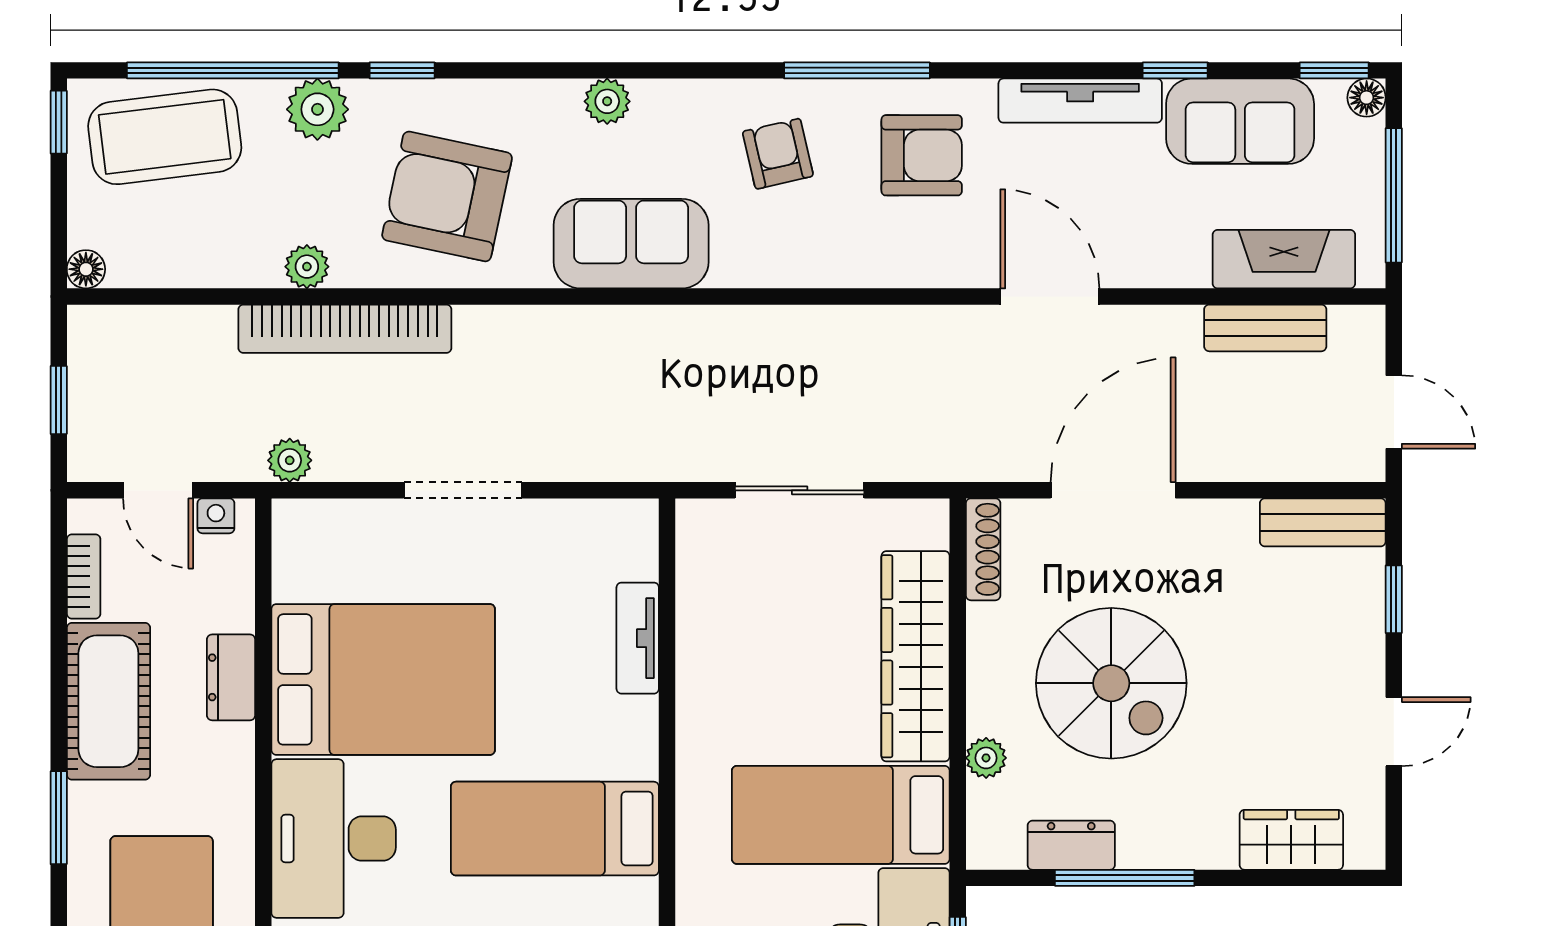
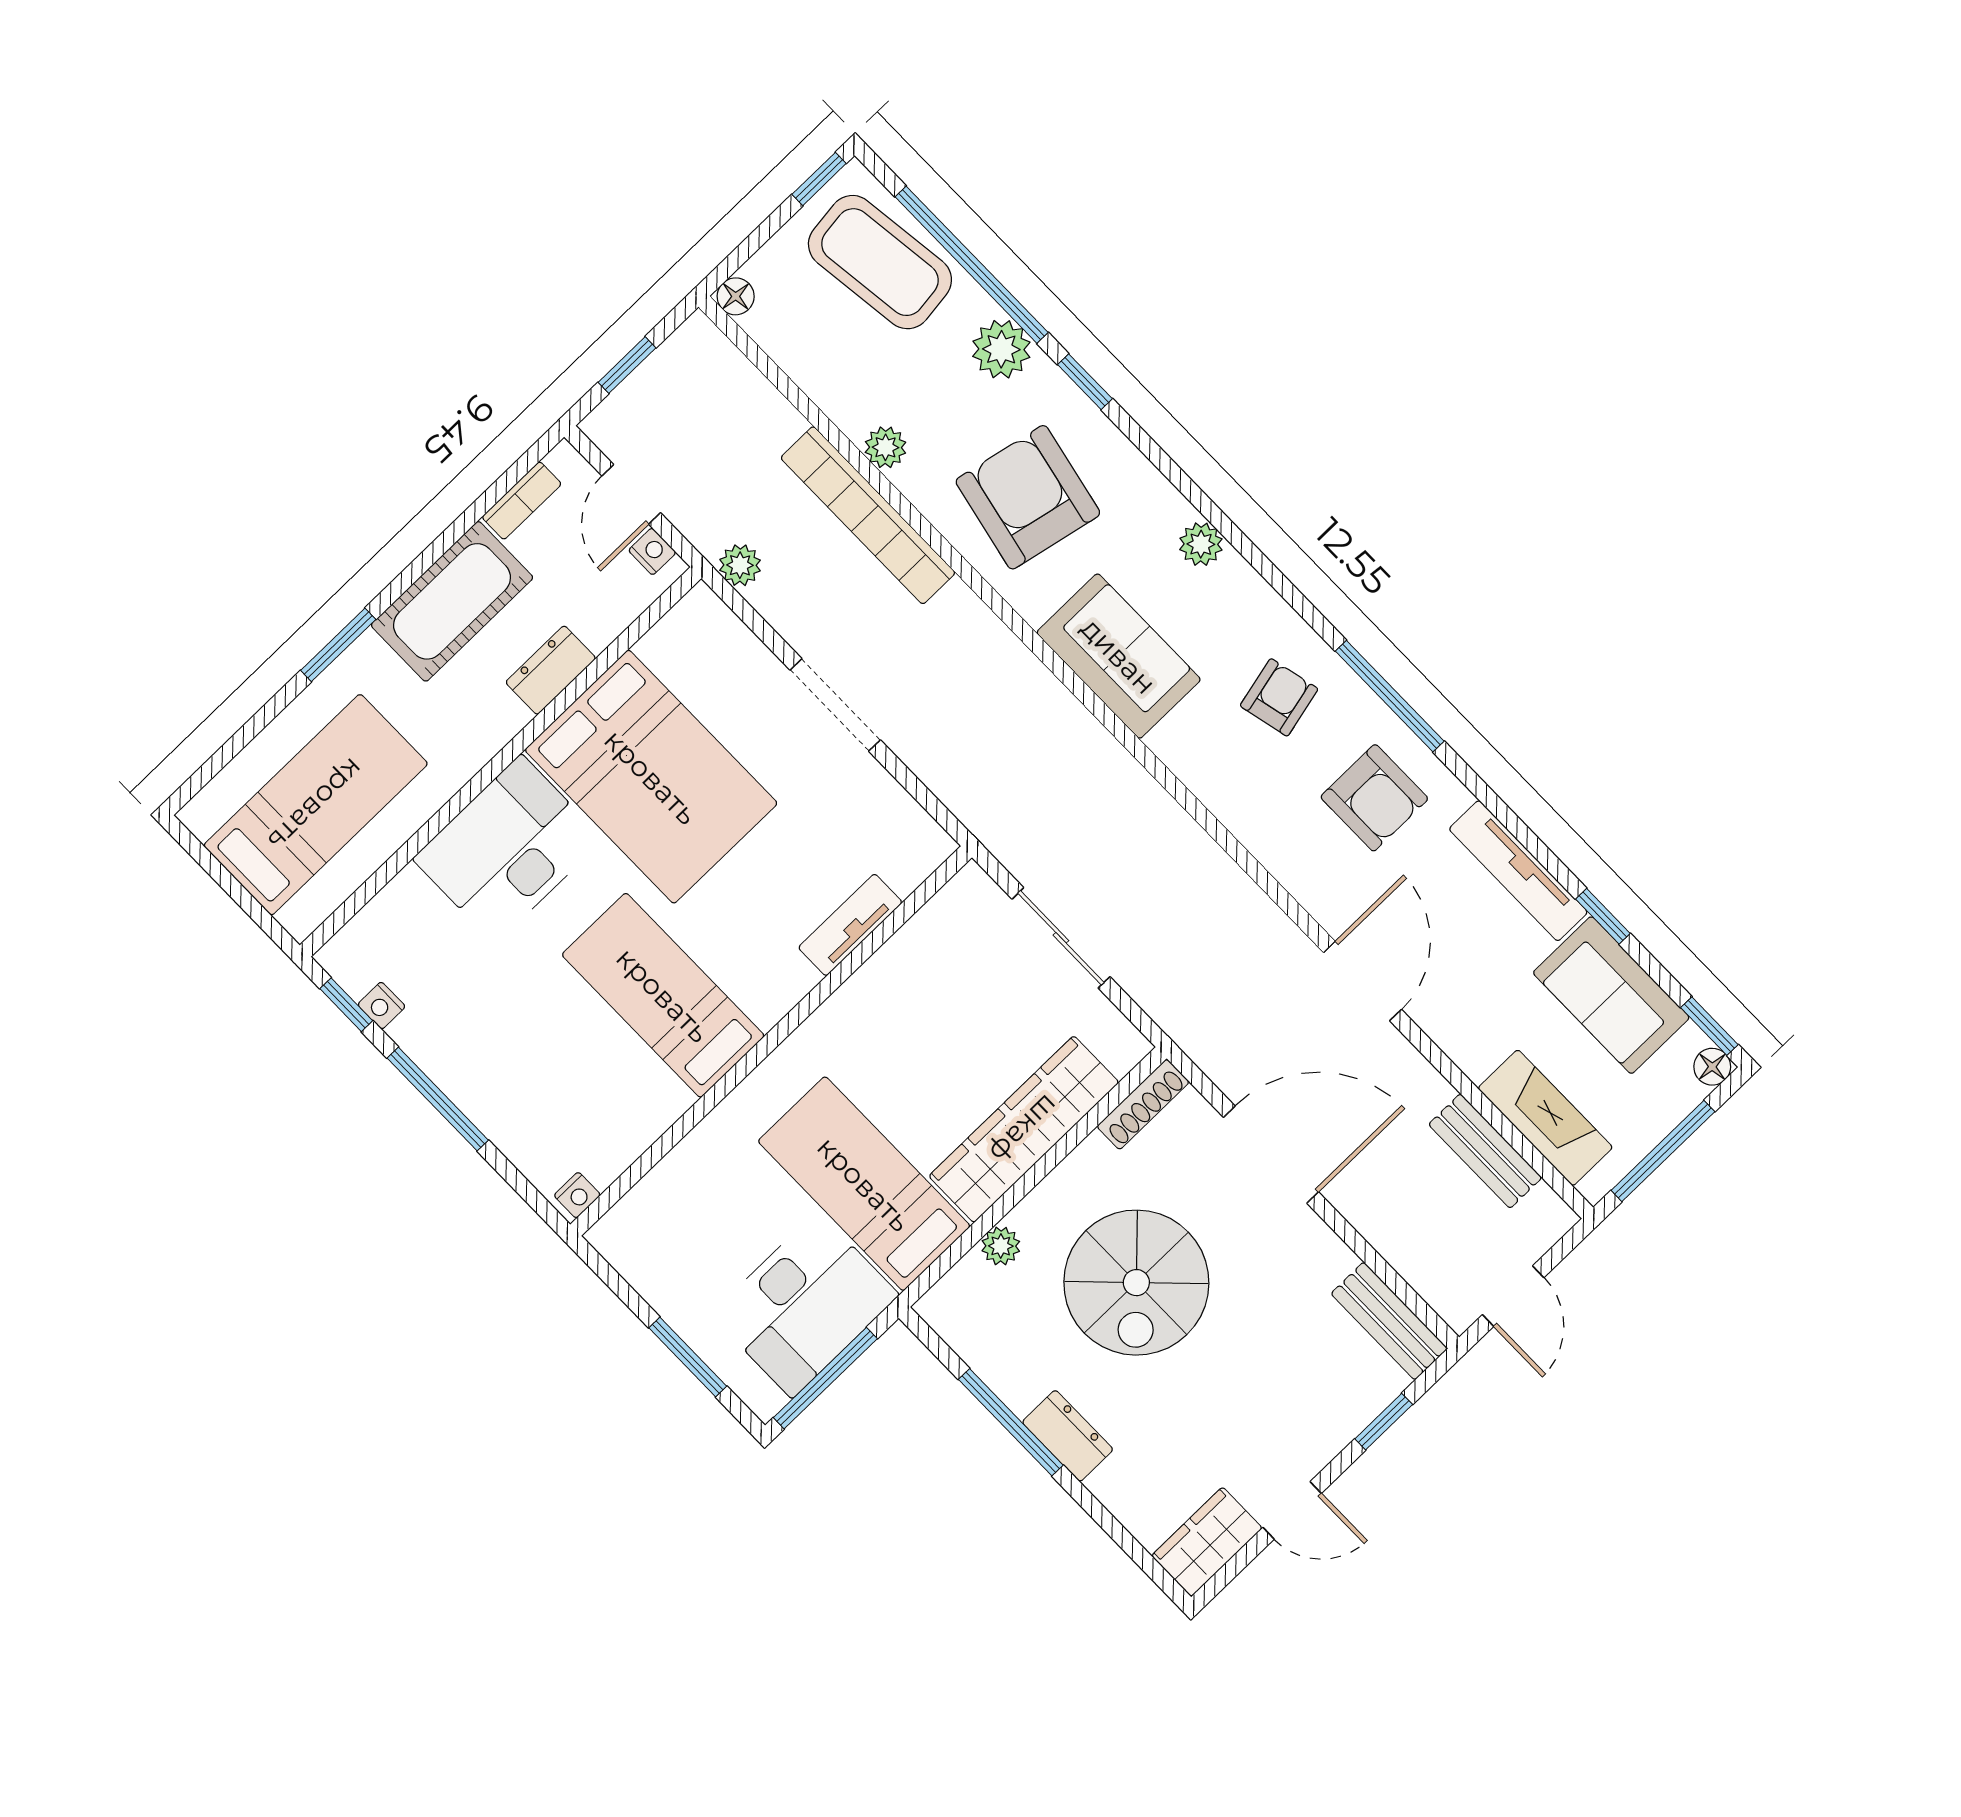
wardrobe: (1291, 840) -> (1207, 1542), moved, turned -90
dresser: (1071, 845) -> (1068, 1436), moved

